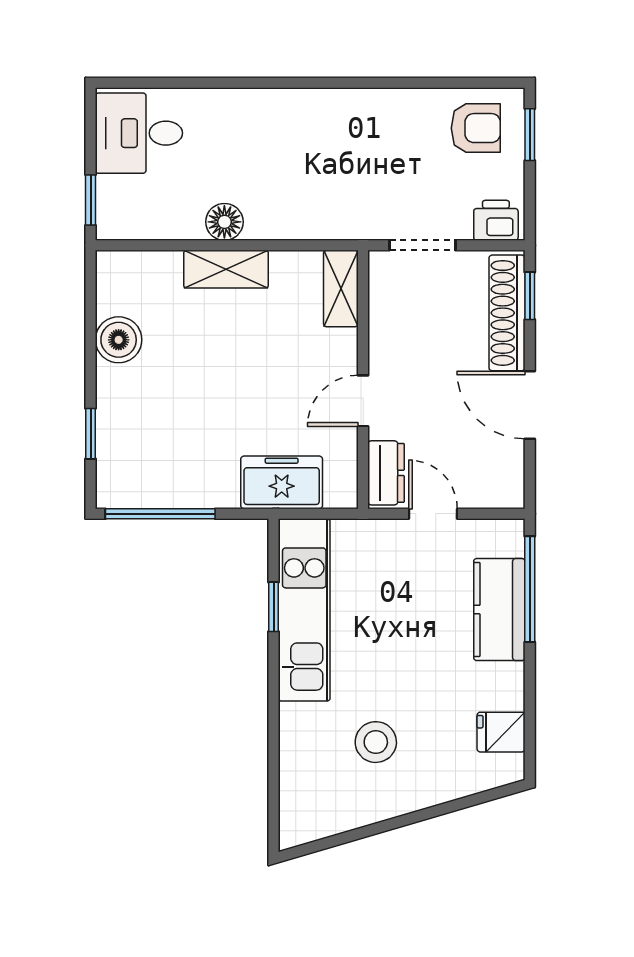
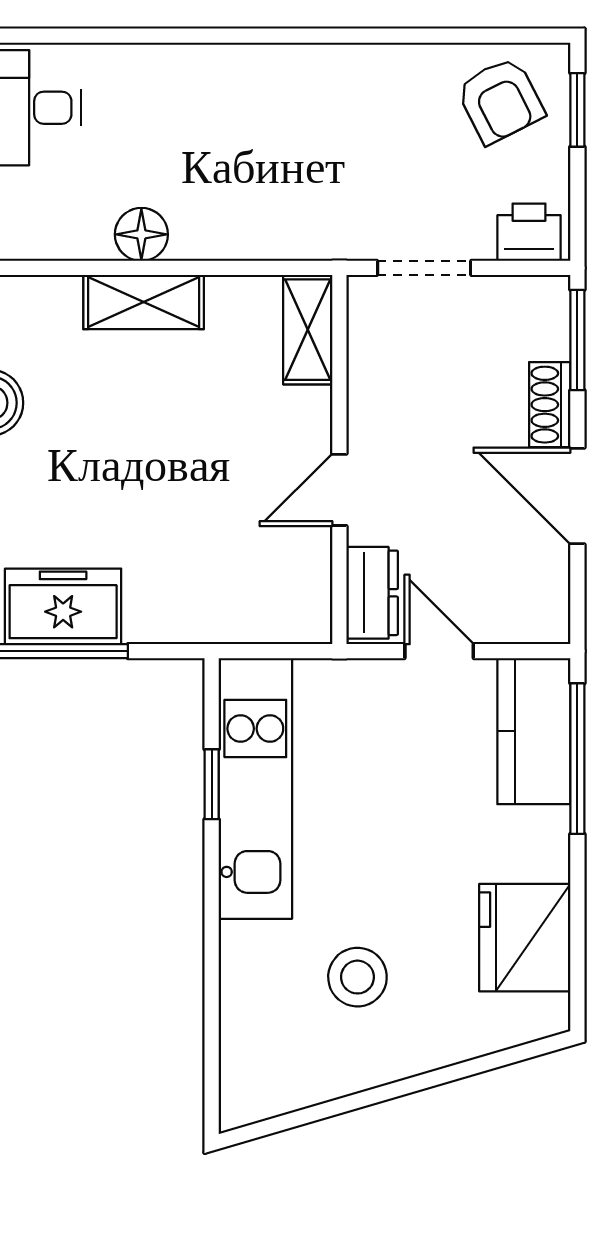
armchair: (476, 128) -> (500, 100), turned 63
window: (530, 296) -> (577, 340), width x1.50
shoe rack: (507, 313) -> (550, 405), width x0.51, depth x0.81
freezer: (282, 482) -> (63, 606), moved
kitchen counter: (499, 610) -> (534, 731), moved
fridge: (501, 732) -> (525, 938), width x1.88, depth x1.34

